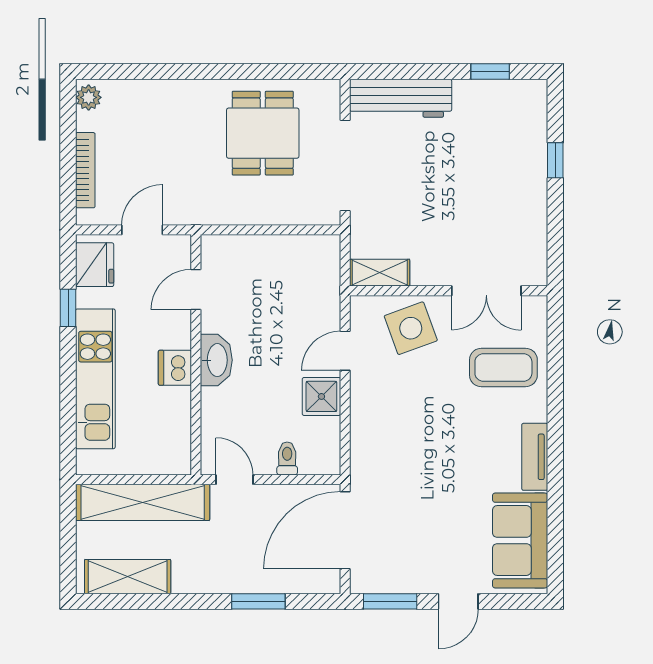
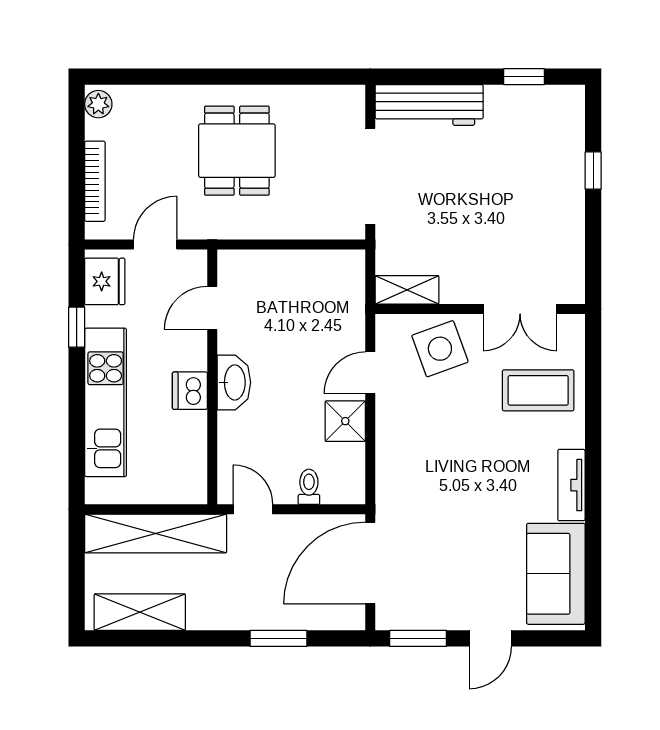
dining table: (263, 133) -> (237, 151), moved

